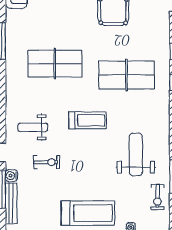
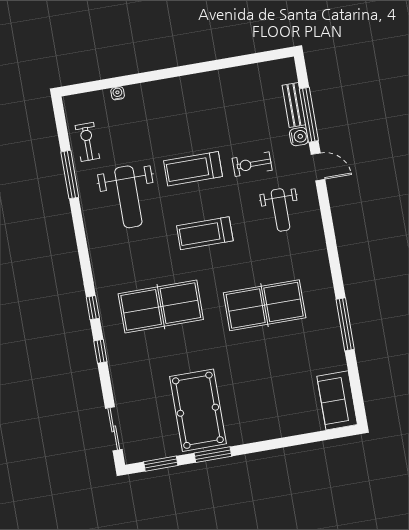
weight bench: (33, 127) -> (280, 210), turned 90
bench: (11, 203) -> (294, 105), width x0.73
treadmill: (88, 213) -> (193, 169), moved, width x0.73, depth x0.73

